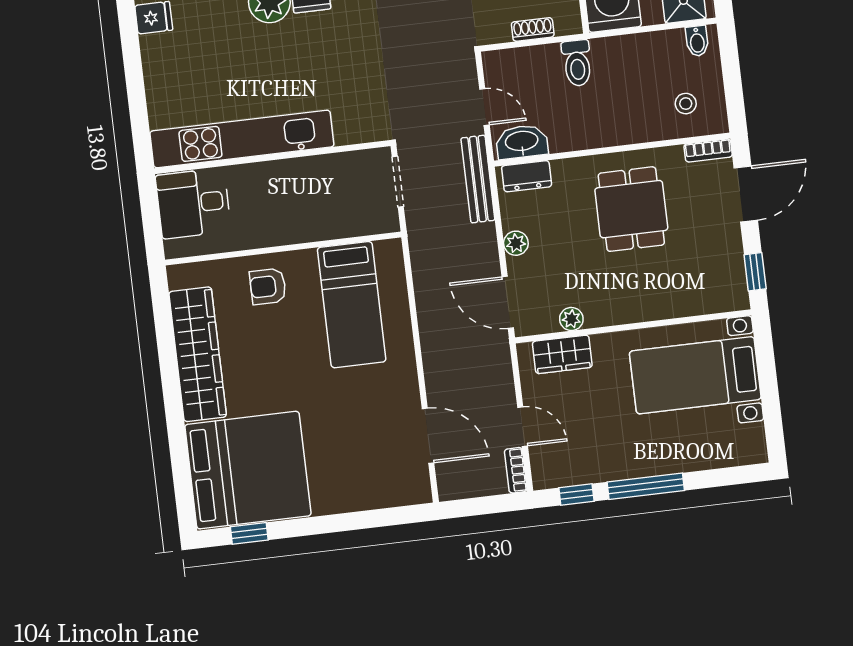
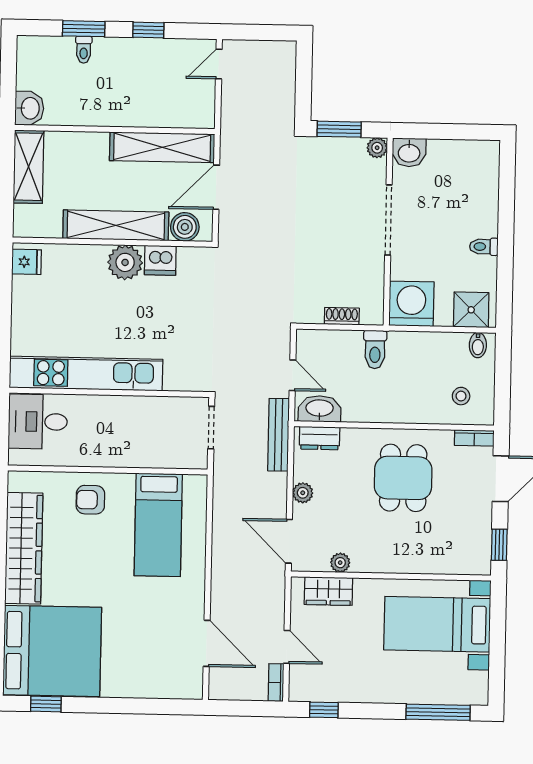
window: (646, 486) -> (438, 712), moved

